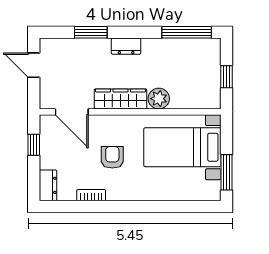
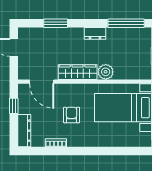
dresser: (126, 46) -> (95, 33), moved
dresser: (48, 185) -> (24, 131), width x1.44

